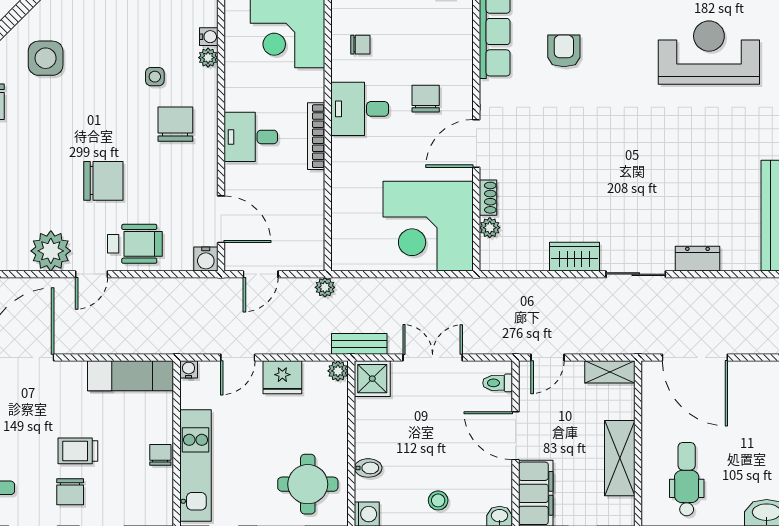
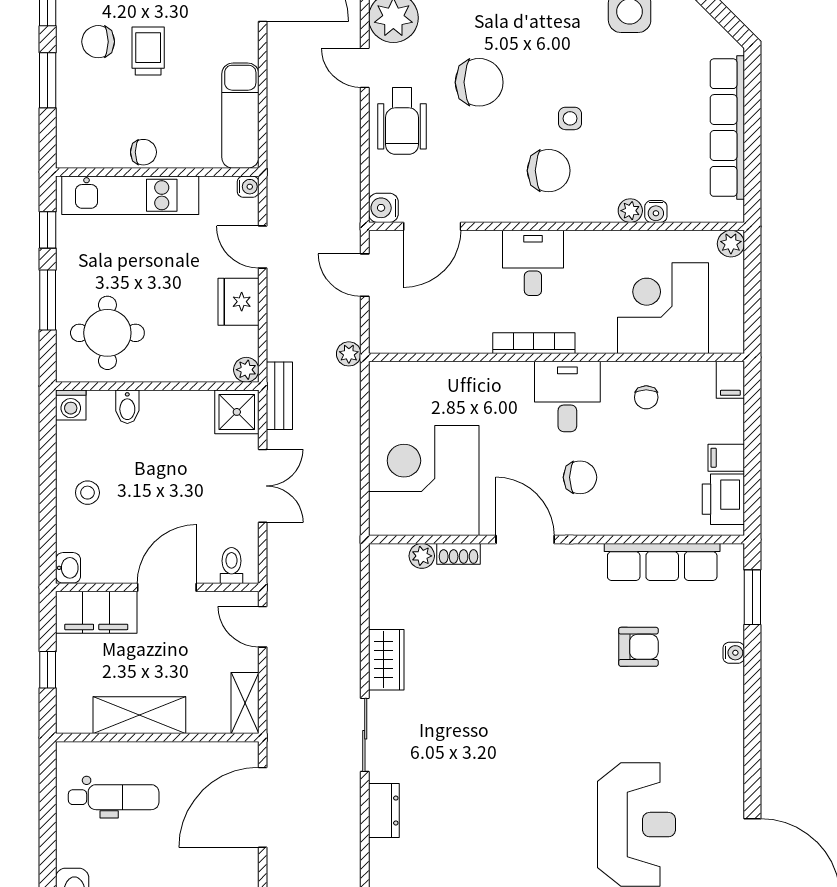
side table: (155, 77) -> (570, 118), moved
chair: (103, 181) -> (479, 82), turned -90

